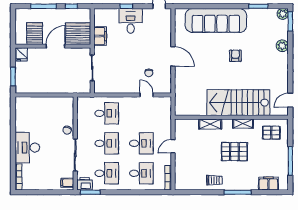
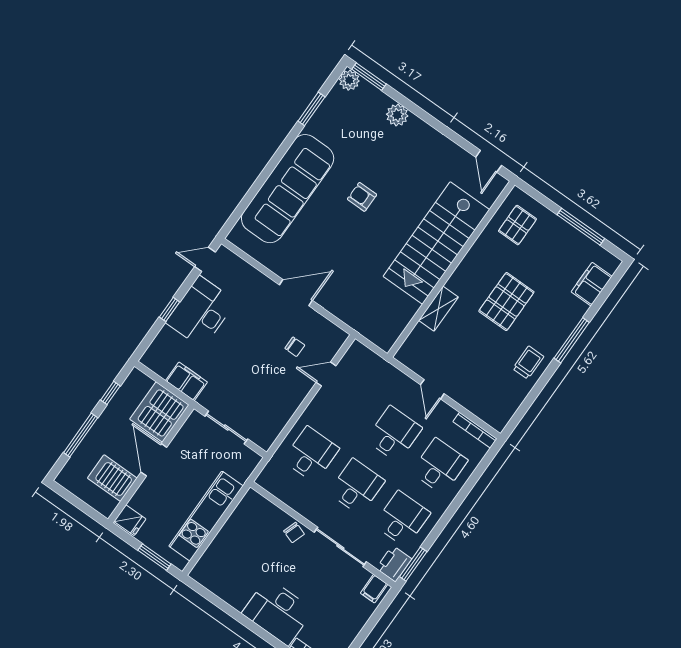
desk: (131, 21) -> (201, 312), width x1.37
kitchen unit: (47, 86) -> (206, 516), added
shelving: (243, 124) -> (473, 258), removed

